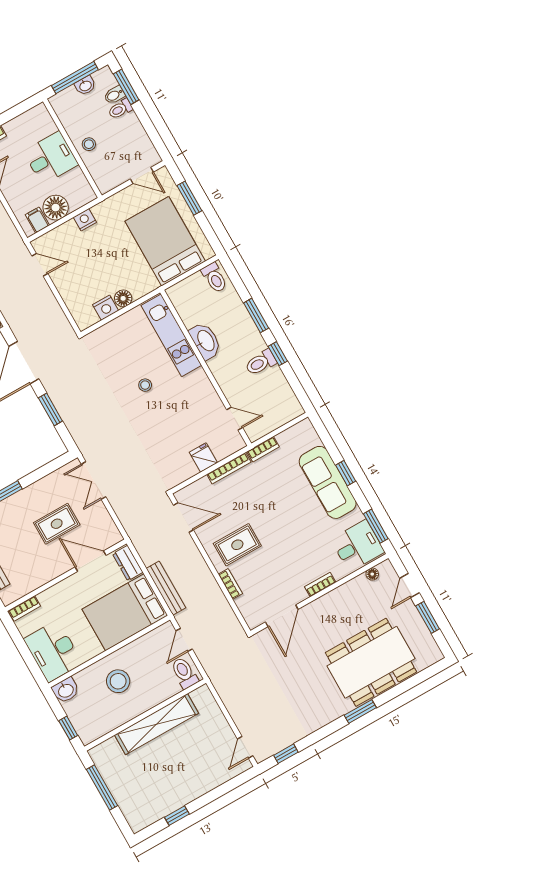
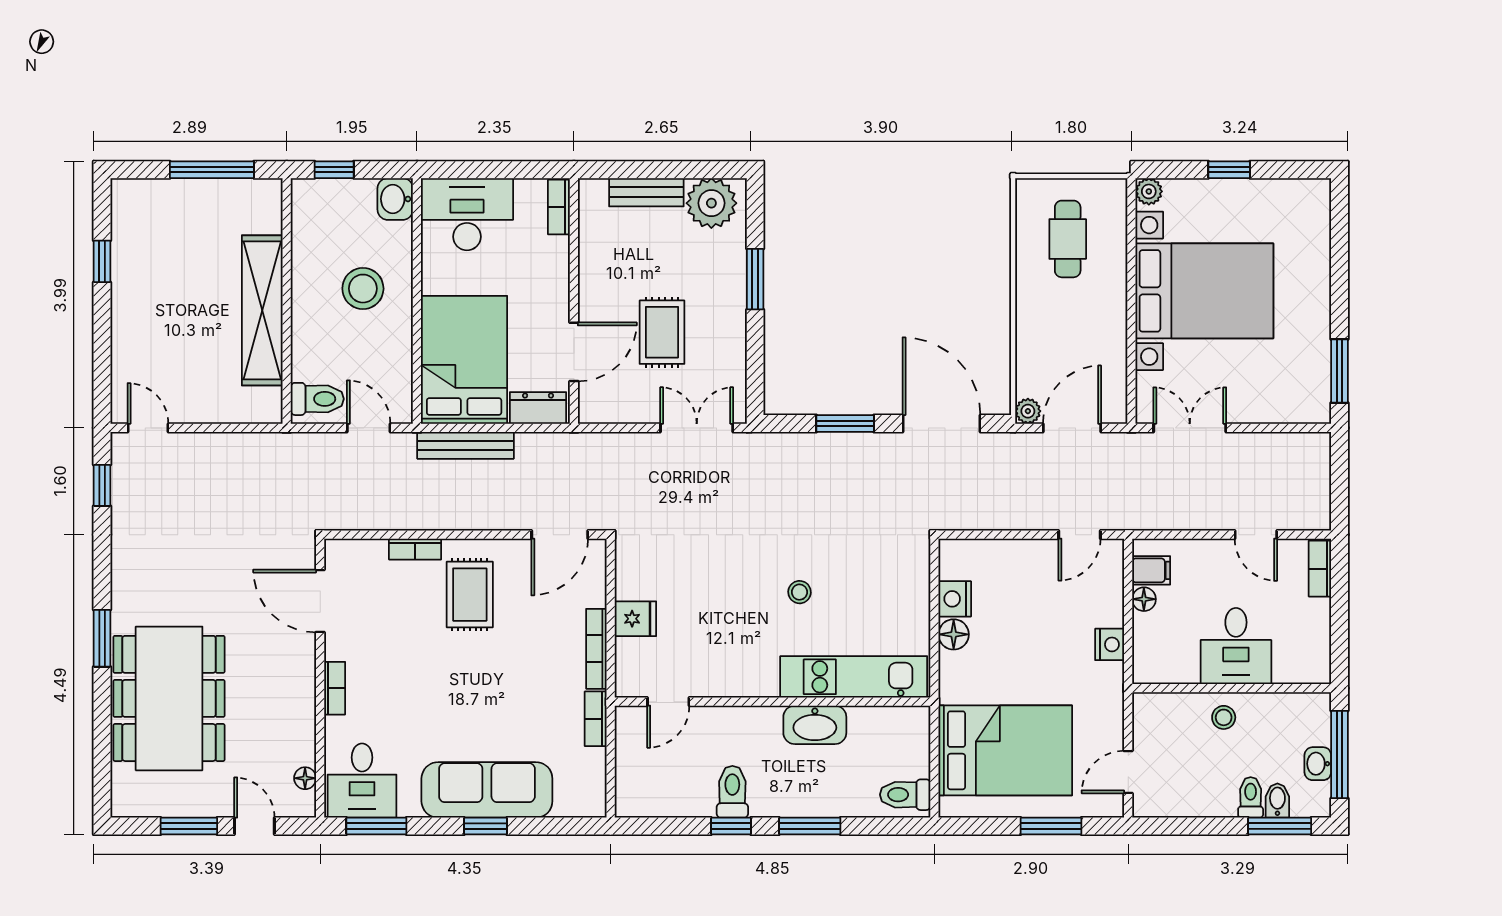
floor lamp: (56, 208) -> (1144, 599), width x0.53, depth x0.53

